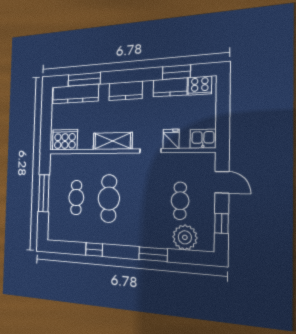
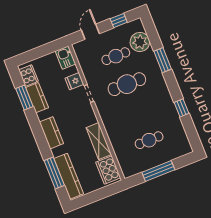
shelving: (113, 141) -> (99, 141), moved
cafe table: (109, 199) -> (127, 84), moved

